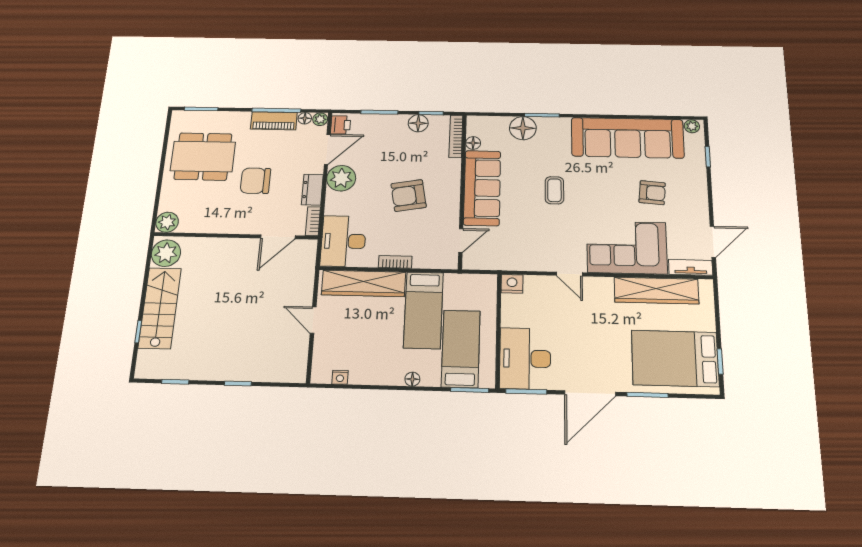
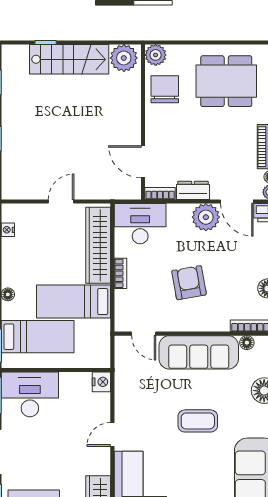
dining table: (203, 156) -> (226, 81), turned 90
chair: (255, 181) -> (165, 89), moved
coffee table: (554, 190) -> (198, 421), width x1.36, depth x1.30

